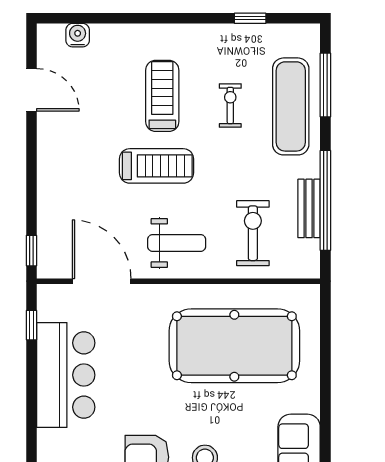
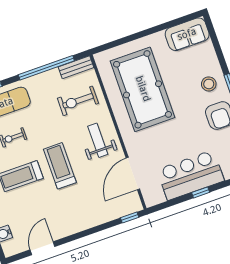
bench: (309, 208) -> (76, 67), moved
window: (31, 325) -> (201, 192), moved

